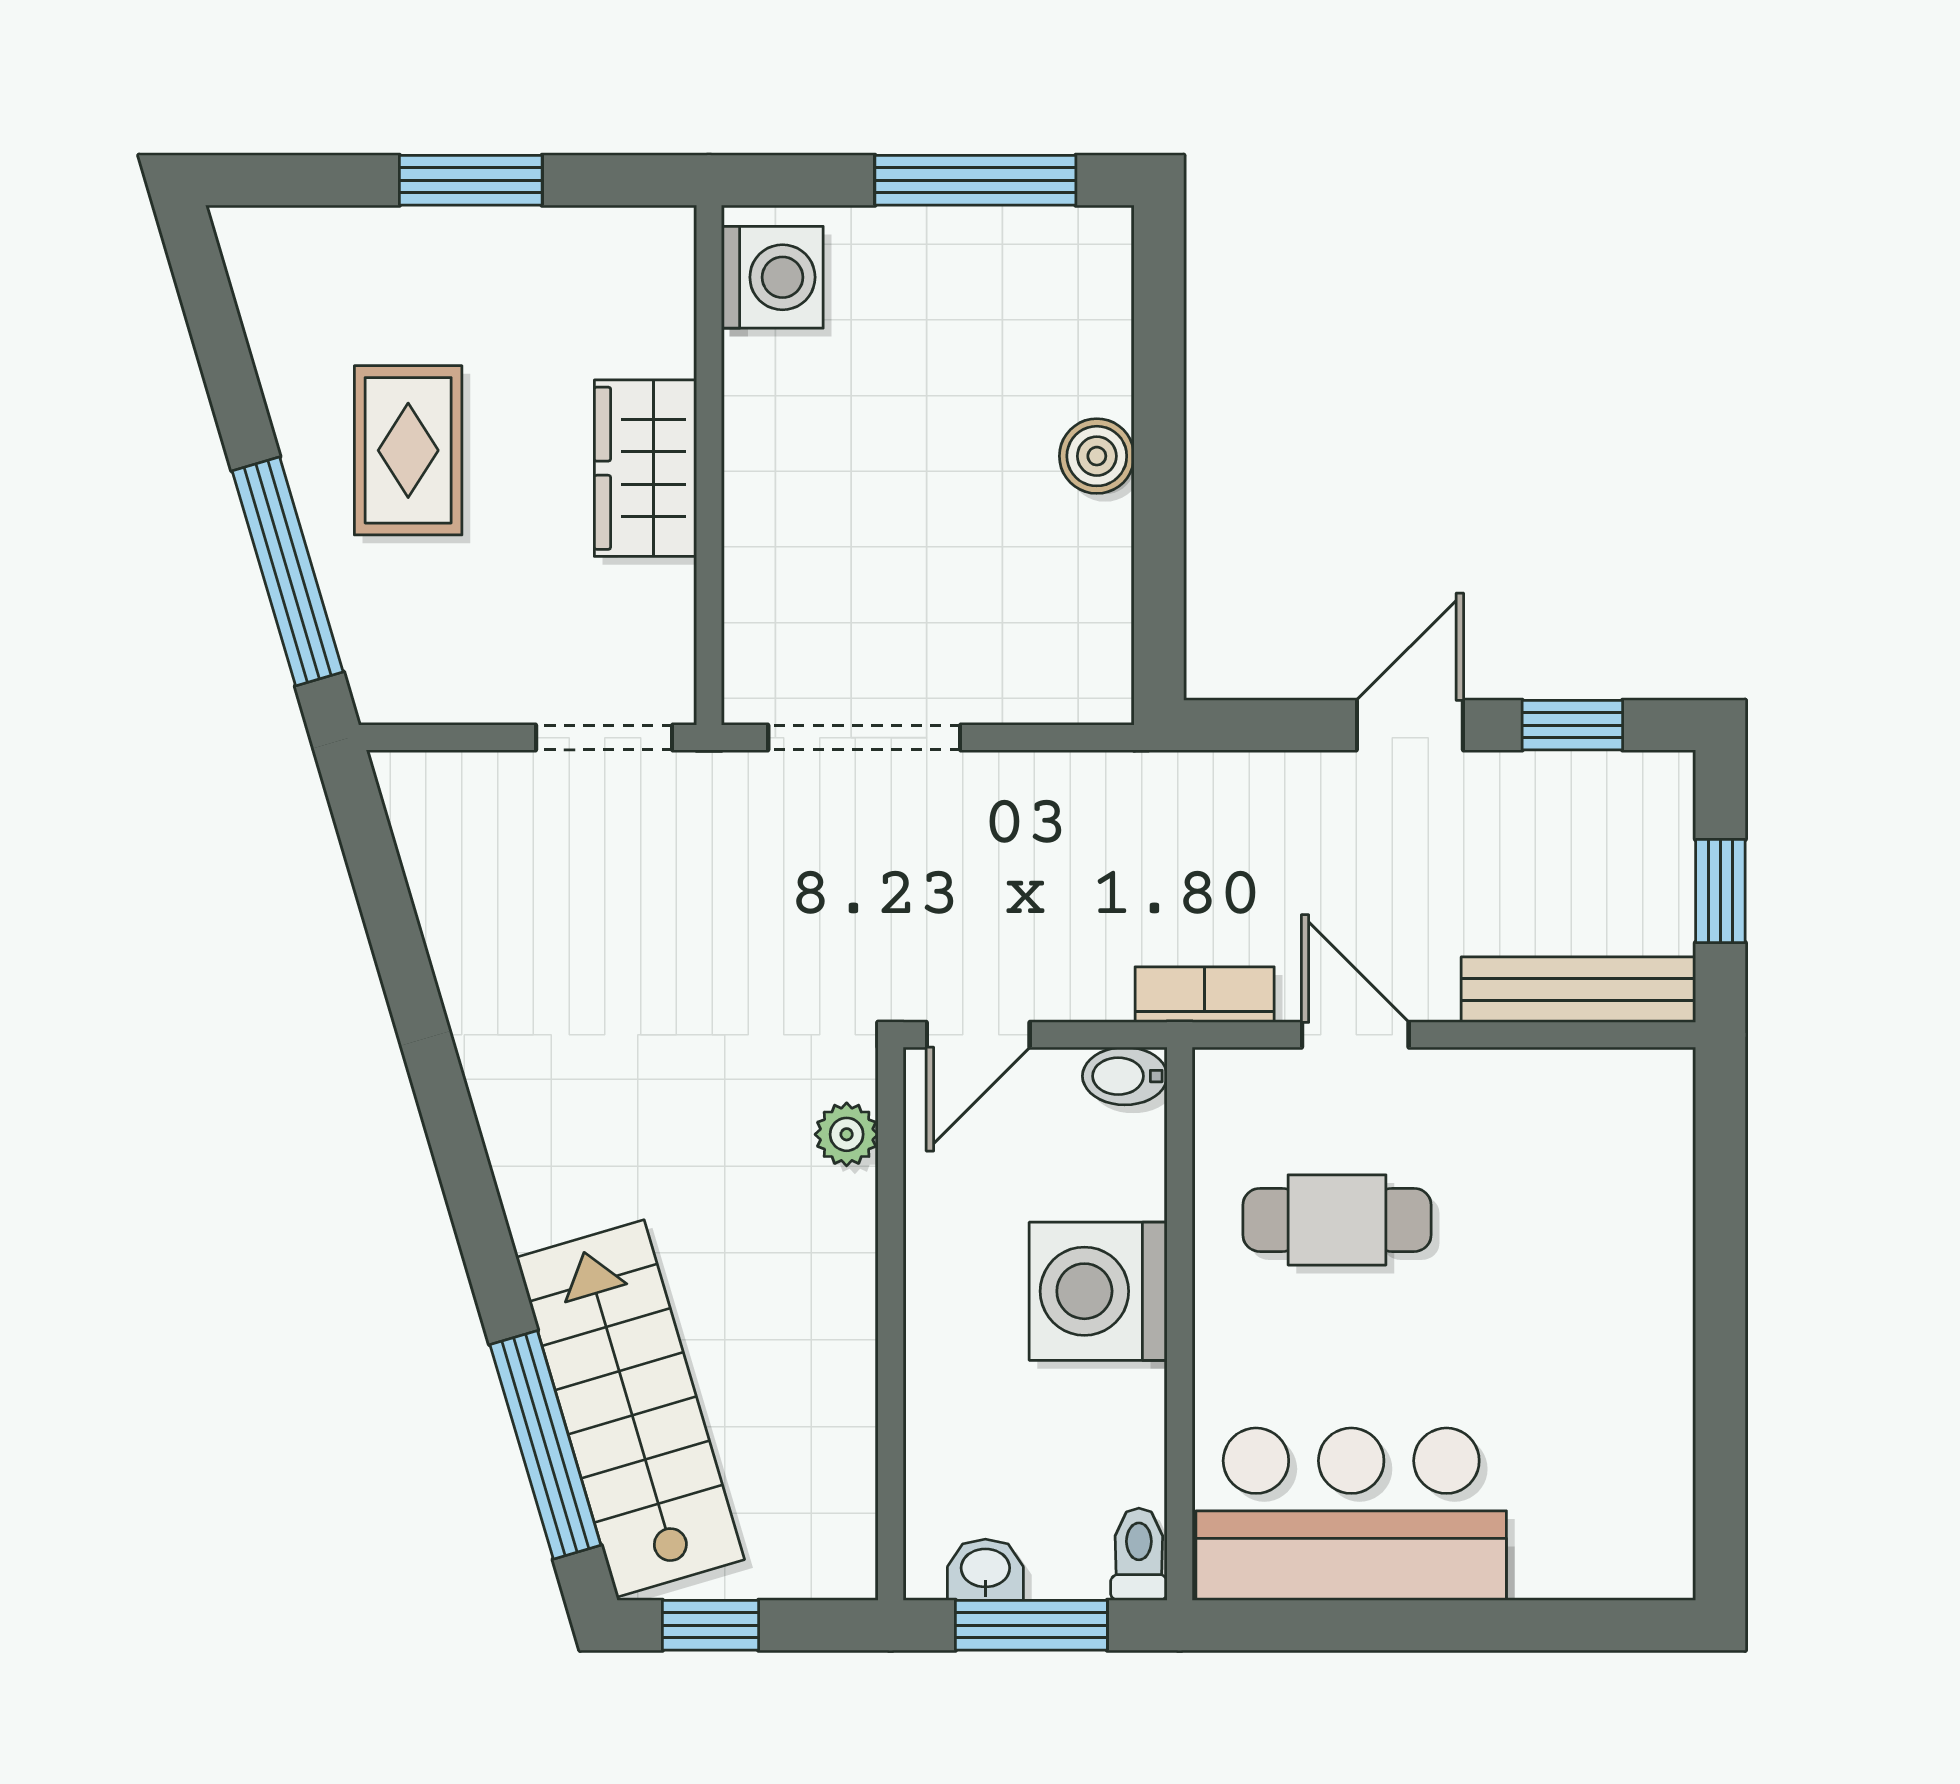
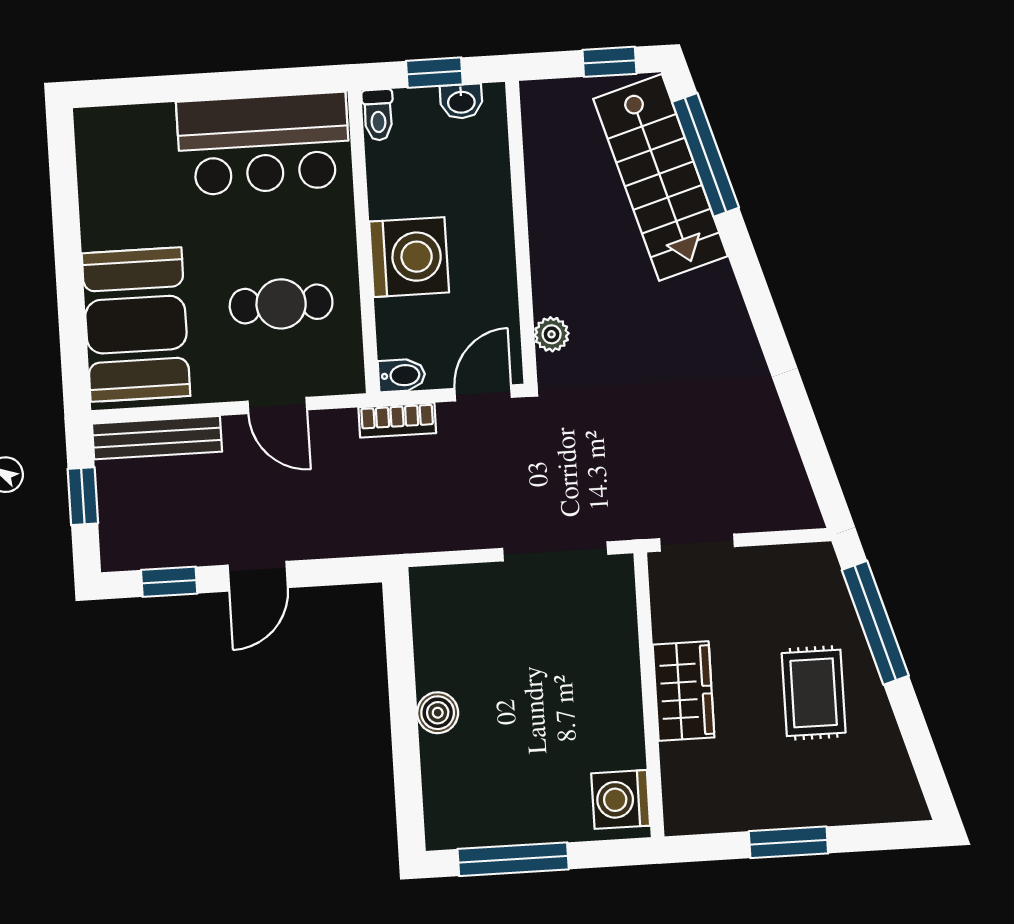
bookcase: (1205, 995) -> (397, 420), moved
booth: (1604, 1198) -> (136, 325), added
window: (1031, 1625) -> (434, 73), width x0.67

